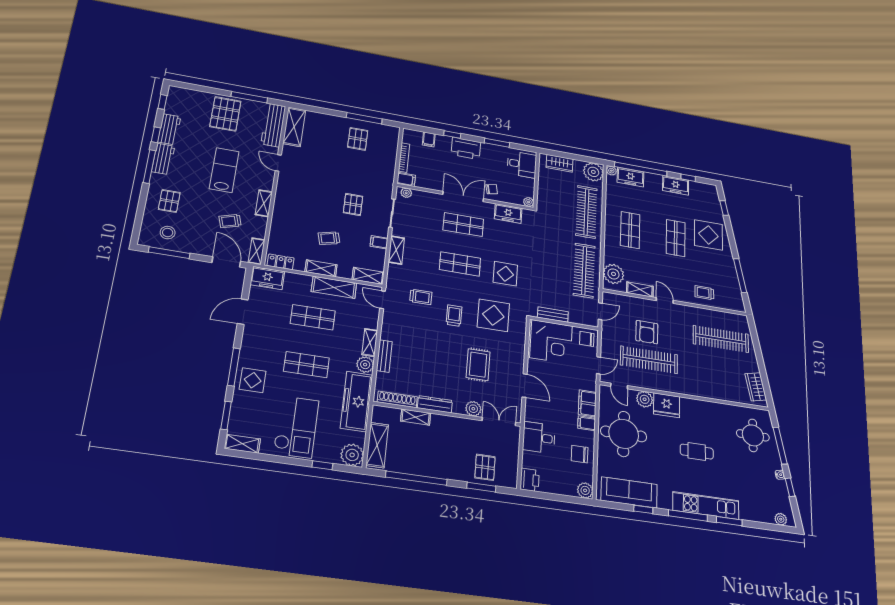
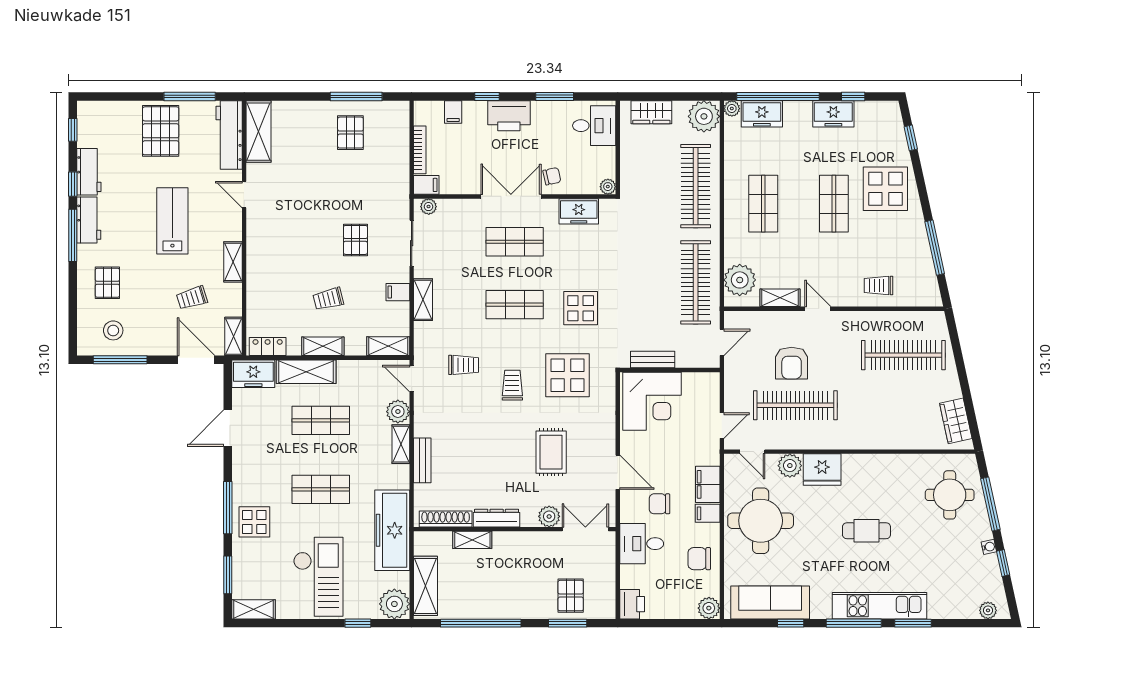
shelving: (334, 287) -> (306, 372), moved
chair: (587, 339) -> (660, 504), moved
plant: (365, 365) -> (398, 412), moved

